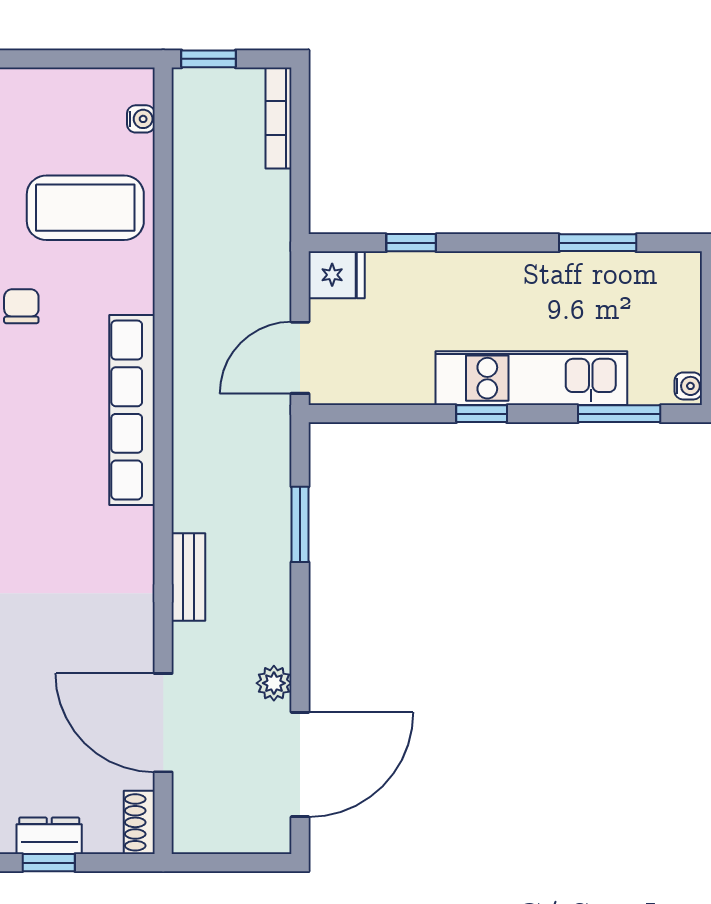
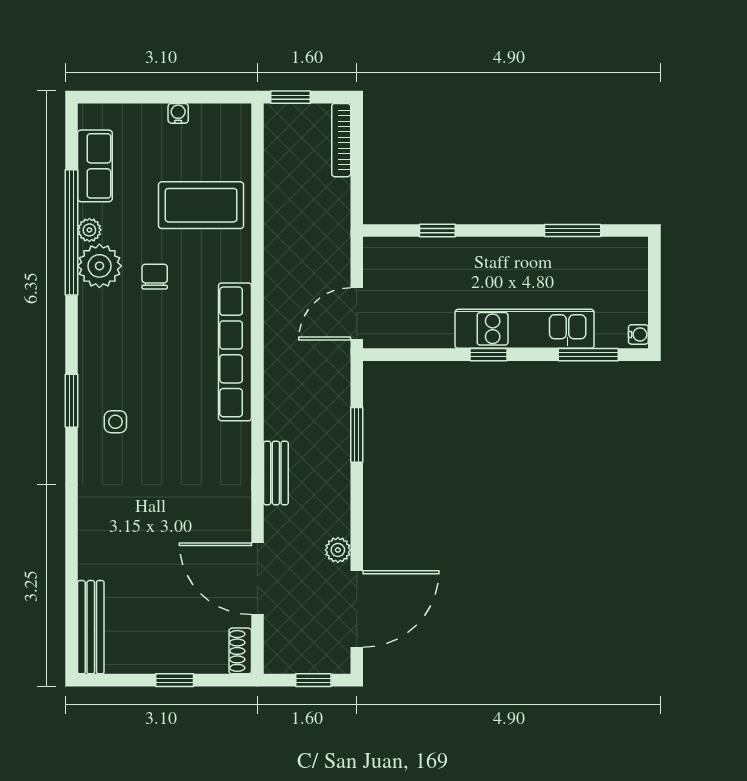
water cooler: (141, 119) -> (178, 113), moved, turned -90
fridge: (337, 275) -> (383, 254), removed
dresser: (49, 836) -> (175, 661), removed
window: (240, 863) -> (313, 680), added

